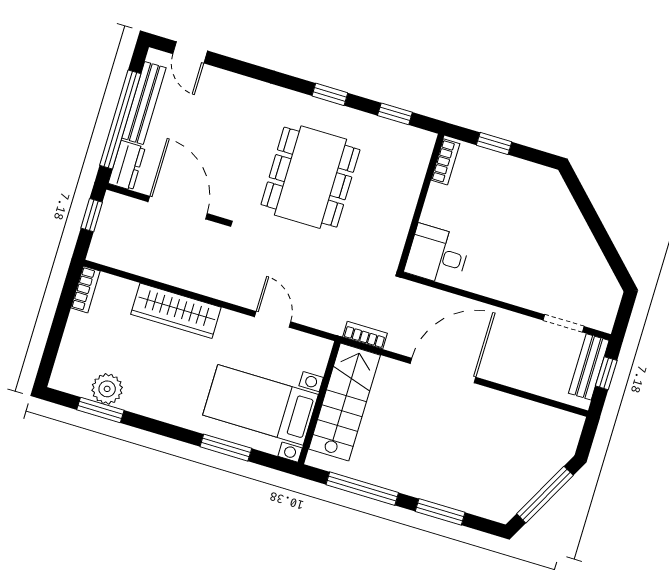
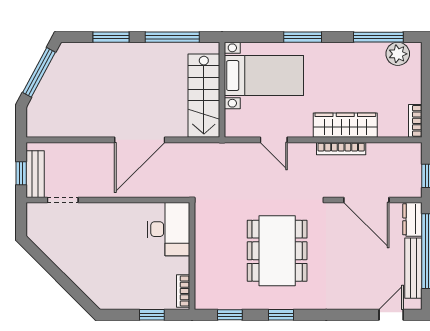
door: (190, 52) -> (391, 315), hinge flipped
desk: (437, 255) -> (169, 229), width x1.37
bookcase: (365, 335) -> (341, 149), moved, width x1.56
plant: (107, 389) -> (398, 54), moved
window: (100, 410) -> (378, 37), width x1.44
window: (226, 448) -> (303, 37), moved

